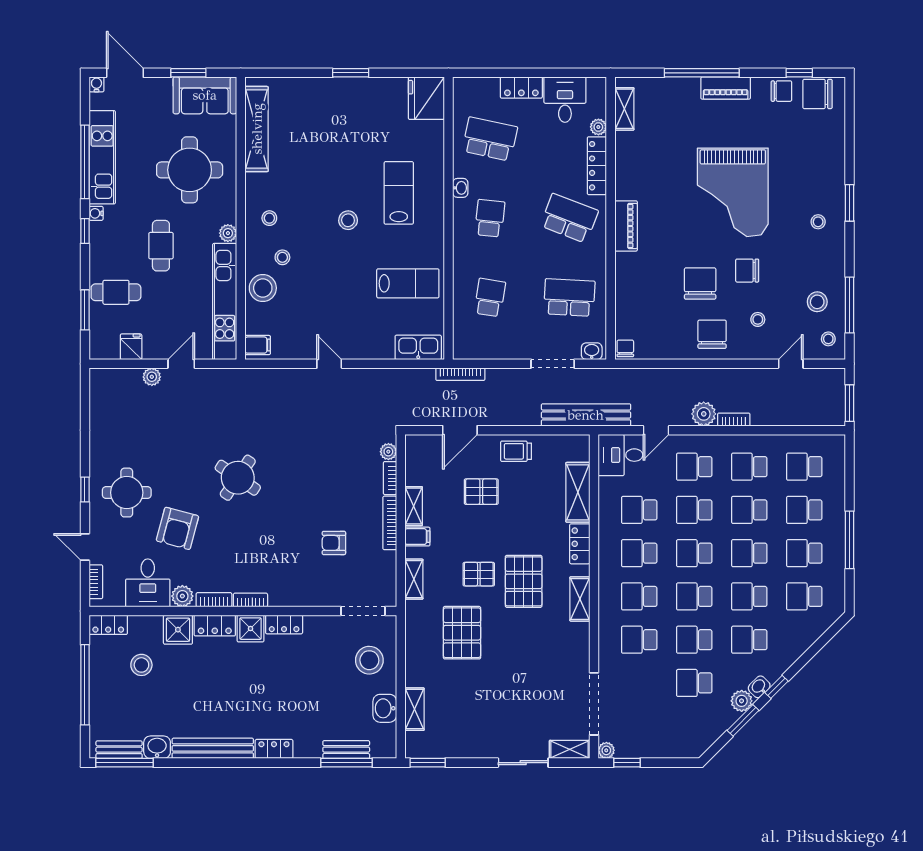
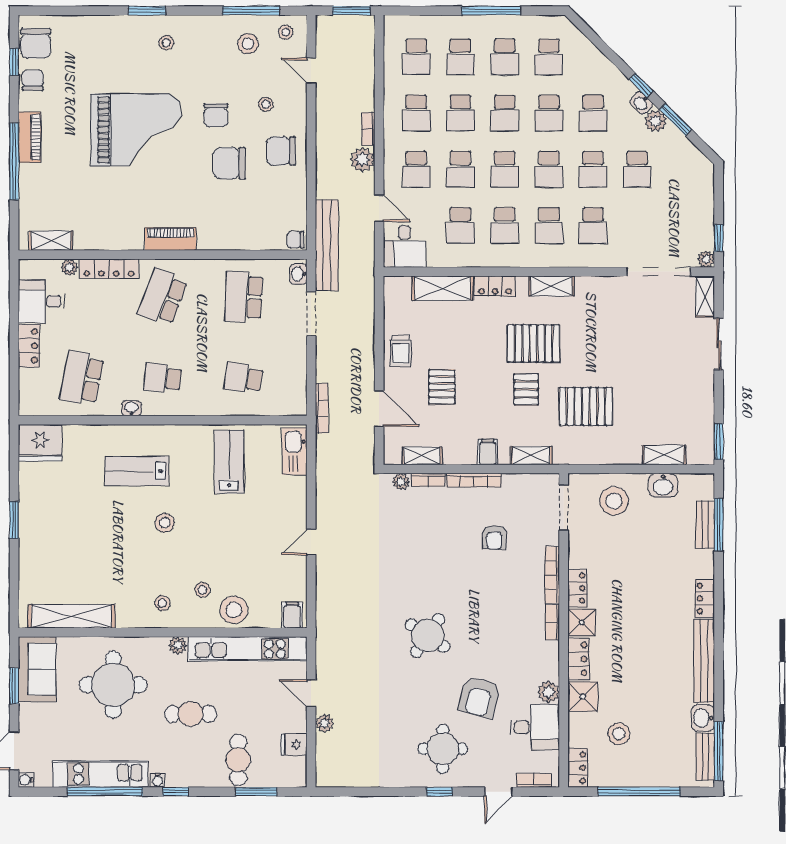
bench: (586, 415) -> (327, 245), moved
shelving: (414, 506) -> (422, 456), moved
armchair: (177, 528) -> (479, 697), turned 90
bookcase: (214, 600) -> (552, 575), moved, width x1.56

